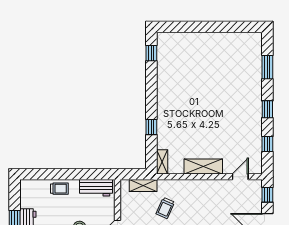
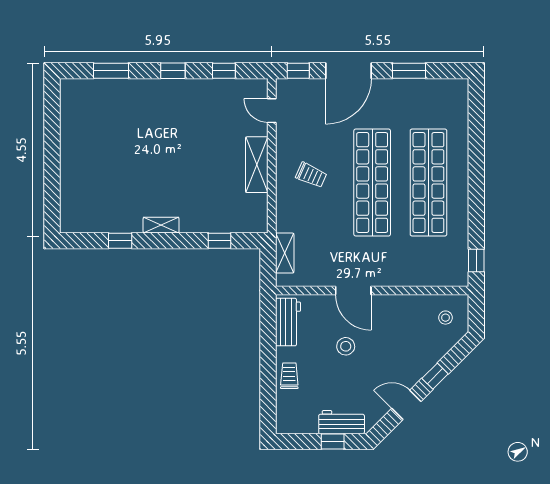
window: (151, 53) -> (120, 241), moved
window: (151, 127) -> (219, 241), moved
shelving: (162, 162) -> (161, 225), moved
trolley: (165, 208) -> (311, 175), moved

